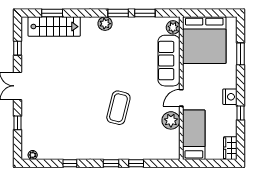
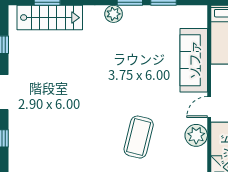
plant: (173, 27) -> (199, 19), removed
coffee table: (118, 108) -> (139, 137), moved

